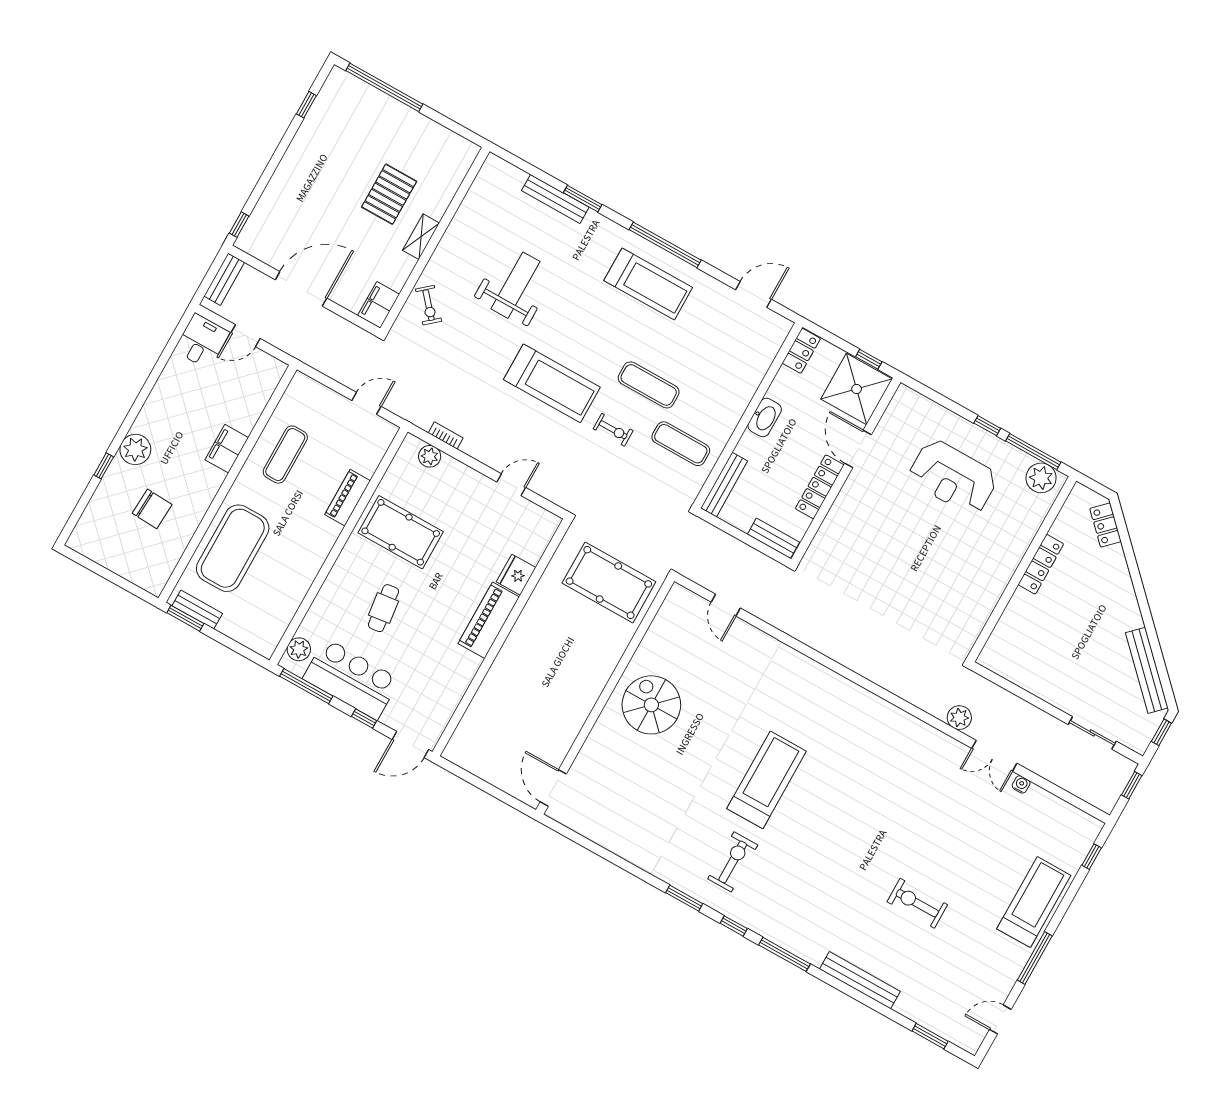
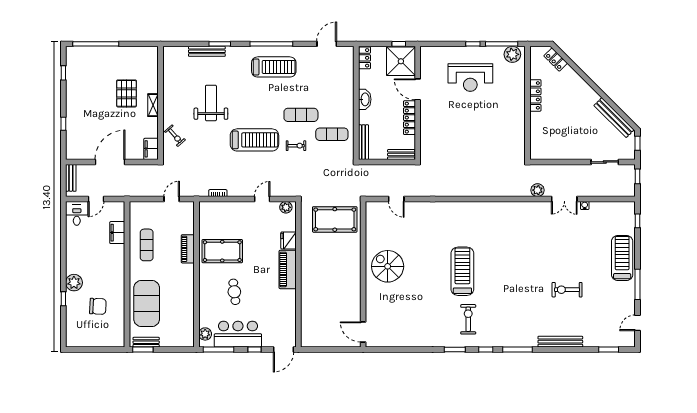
window: (239, 225) -> (63, 124), moved
filing cabinet: (227, 449) -> (117, 233), moved
plant: (430, 456) -> (286, 207), moved

